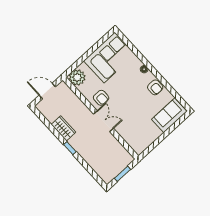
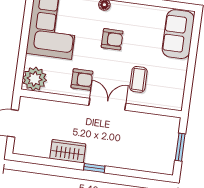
armchair: (155, 87) -> (112, 39), moved
coffee table: (130, 122) -> (138, 79), added

